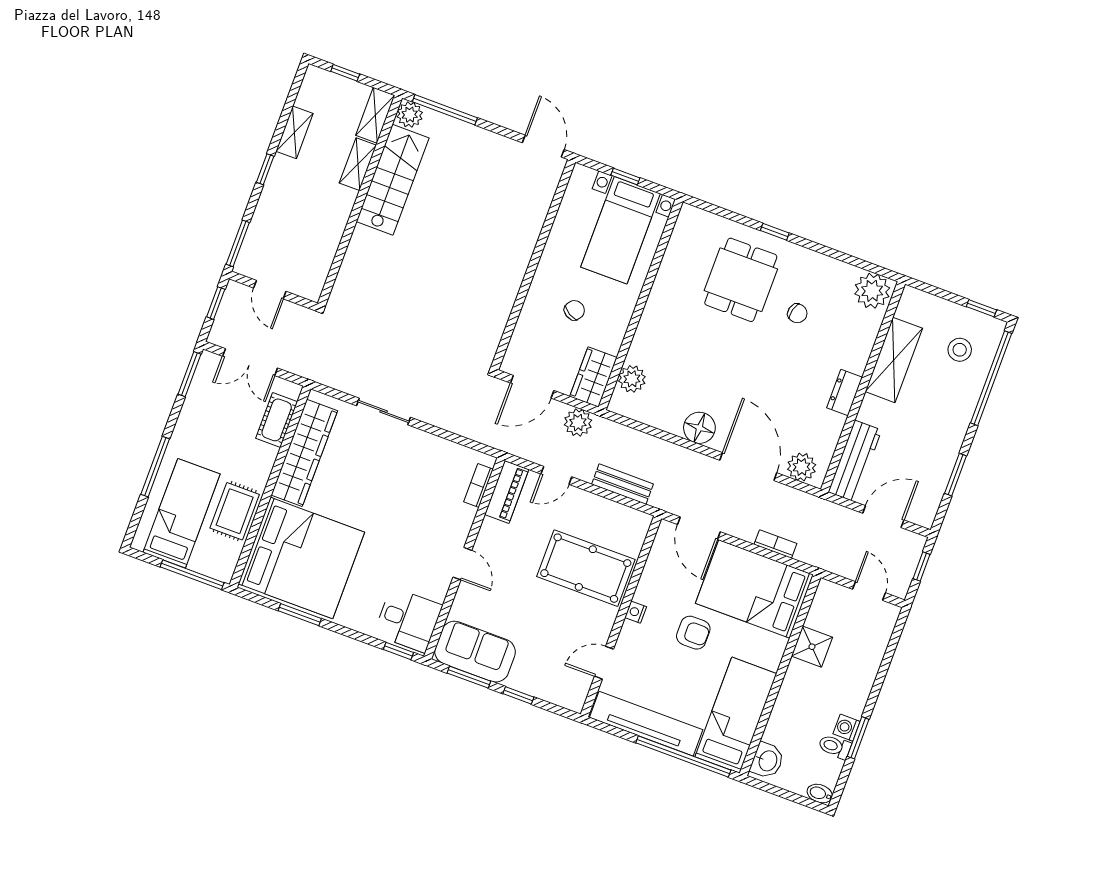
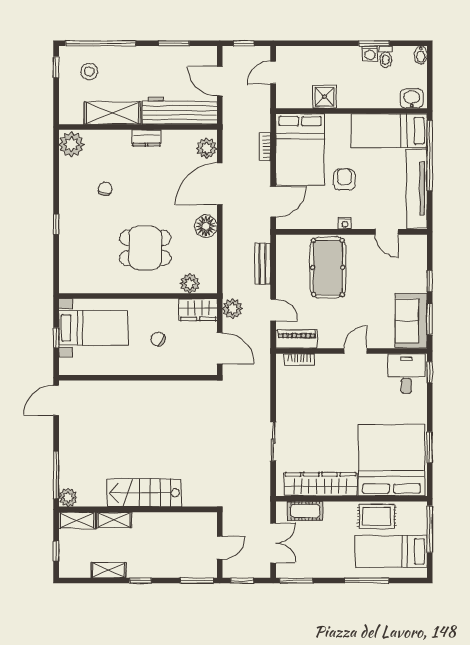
stairs: (393, 180) -> (144, 493), moved
dining table: (741, 280) -> (145, 248), moved
workbench: (855, 461) -> (180, 111), width x1.36, depth x1.32

